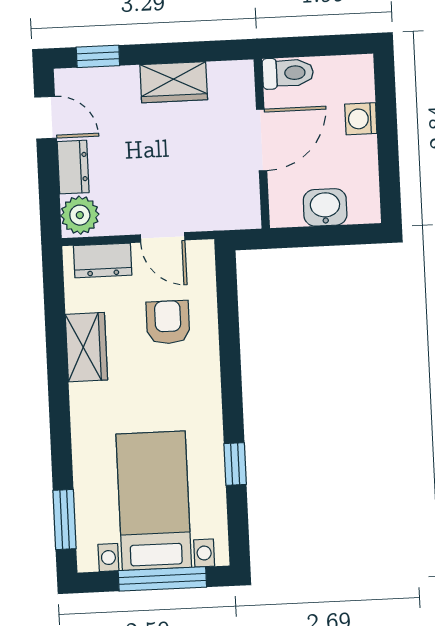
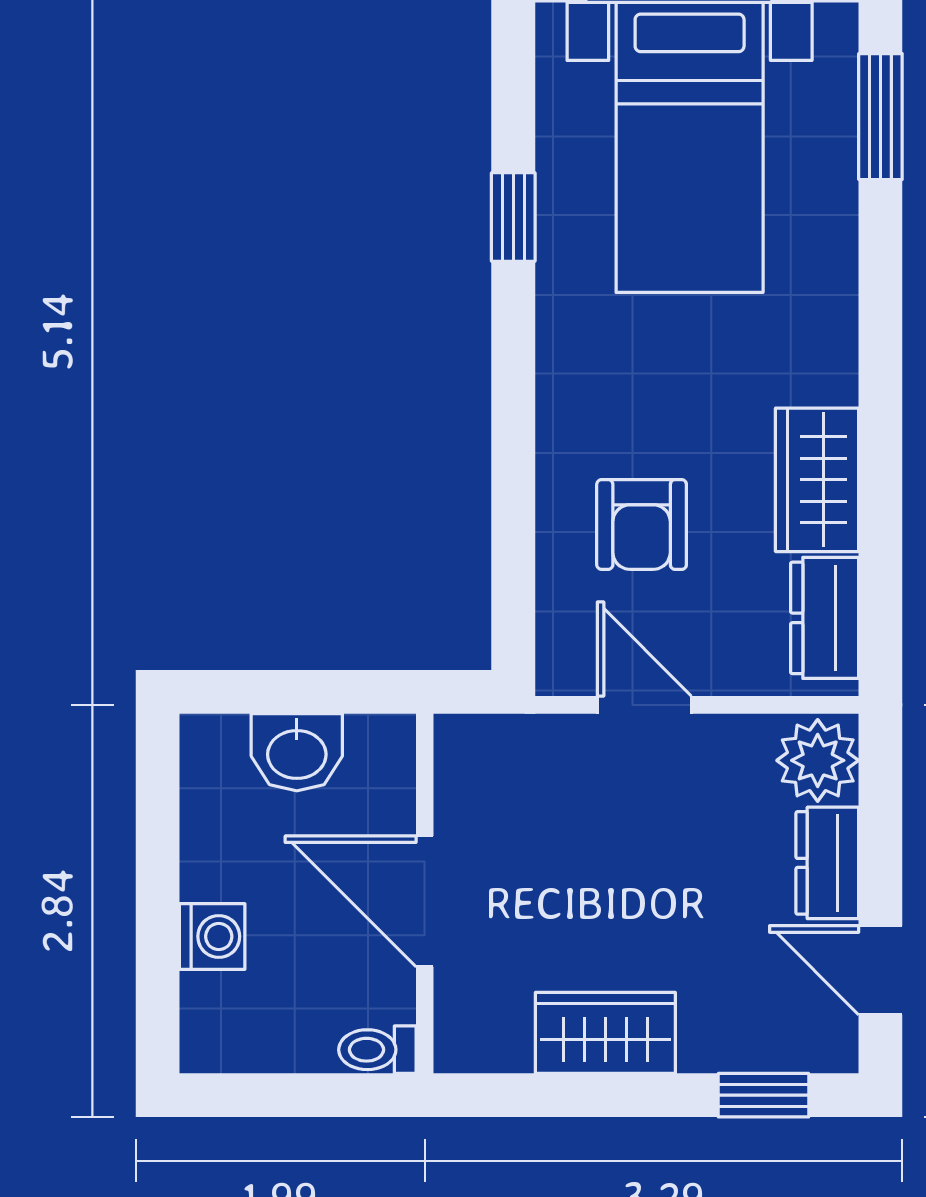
toilet: (288, 73) -> (377, 1050), width x0.73, depth x0.72
door: (262, 140) -> (425, 901), hinge flipped
dresser: (103, 260) -> (825, 618), moved, turned -90

